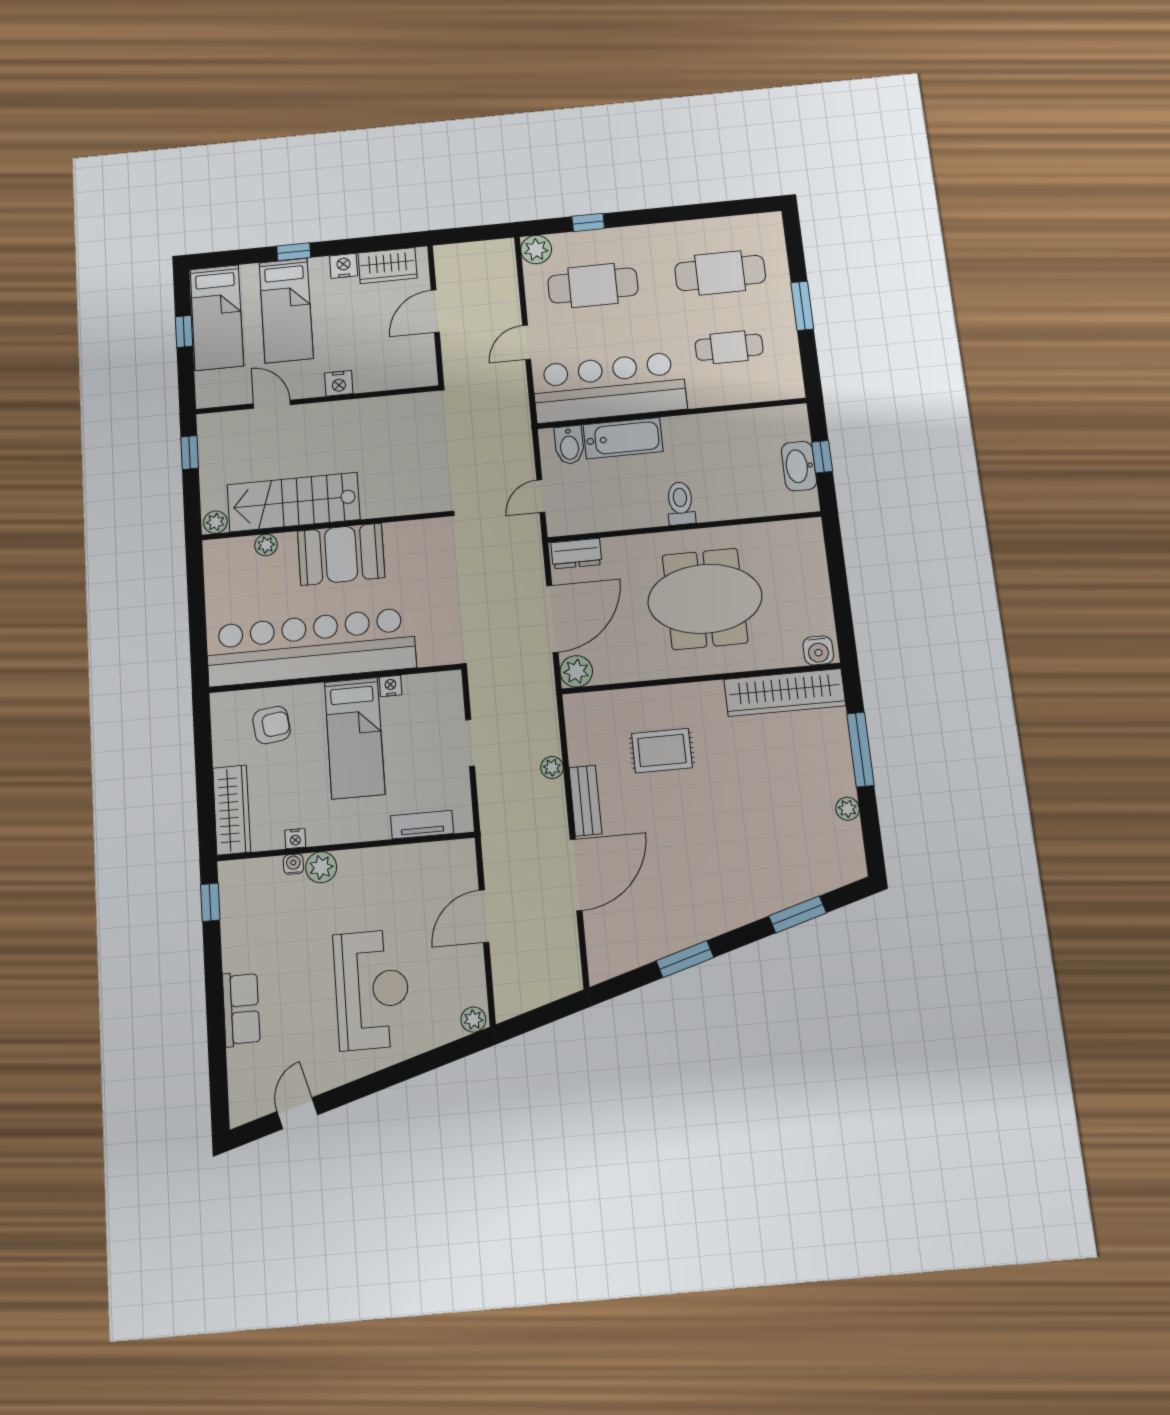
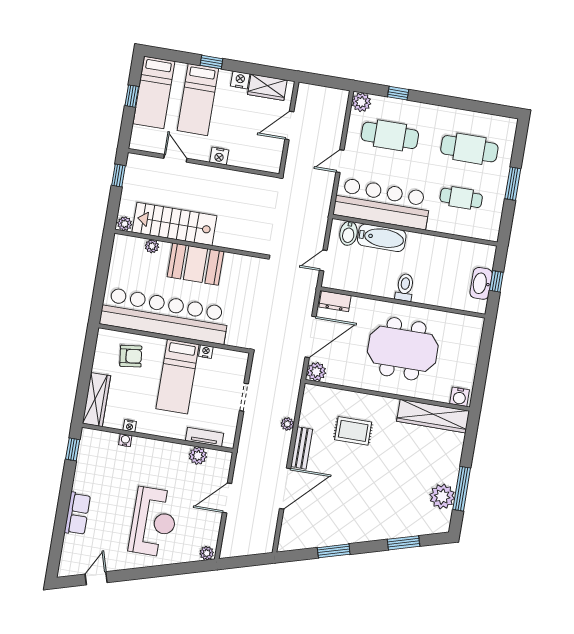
window: (860, 749) -> (462, 489), moved
plant: (848, 809) -> (442, 497), width x1.88, depth x1.88
plant: (321, 867) -> (198, 456), moved

